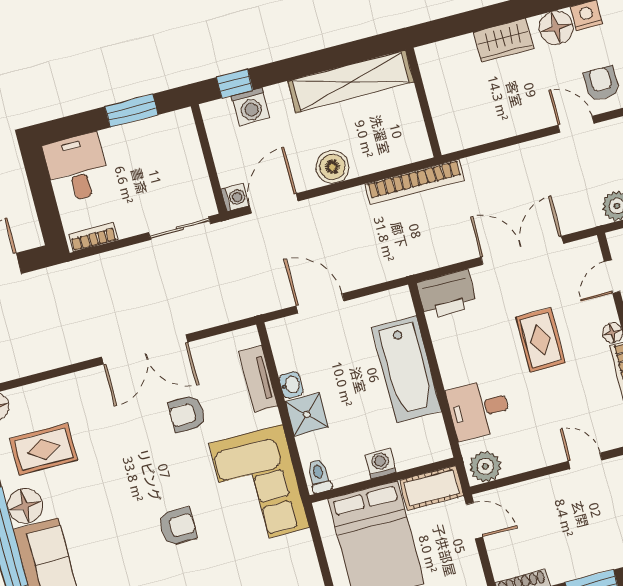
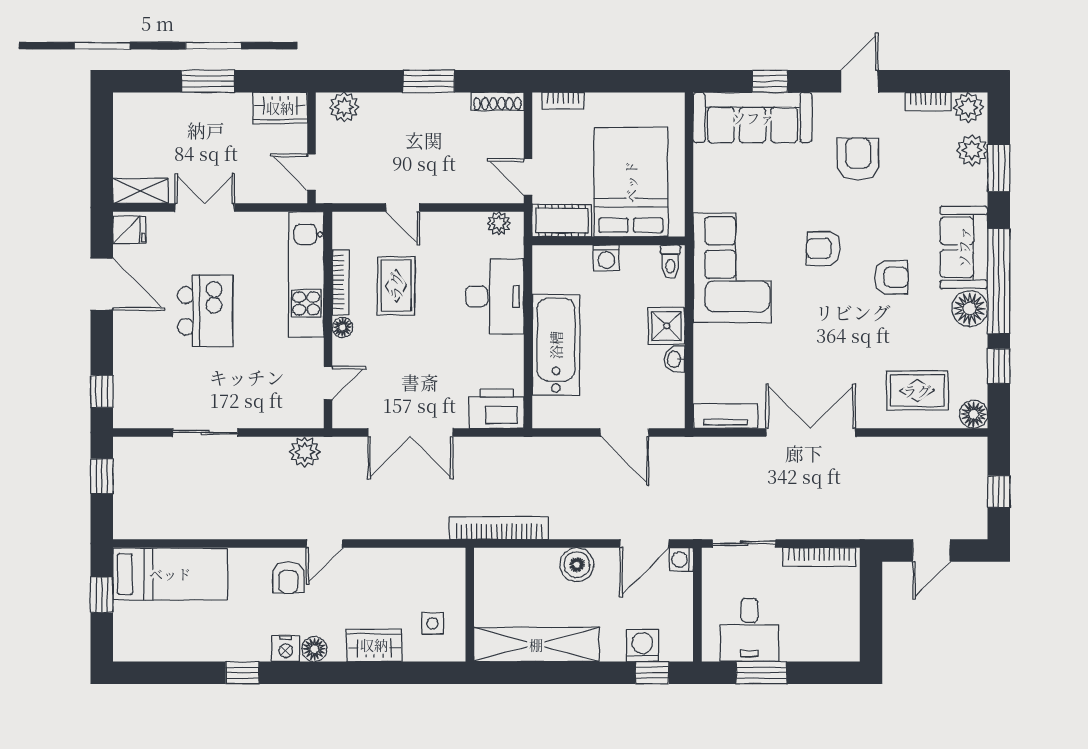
floor lamp: (556, 28) -> (314, 649), width x0.73, depth x0.73
side table: (454, 76) -> (432, 623), added
door: (576, 124) -> (324, 544), hinge flipped
desk: (77, 168) -> (750, 630), moved
bookcase: (93, 237) -> (819, 557), width x1.56
rug: (540, 340) -> (396, 286), moved
tv unit: (258, 379) -> (725, 416), moved, turned -90
desk: (479, 409) -> (495, 296), width x1.37
armchair: (187, 414) -> (891, 277), moved
rug: (43, 449) -> (917, 391), moved
plant: (485, 467) -> (499, 223), width x0.73, depth x0.73

